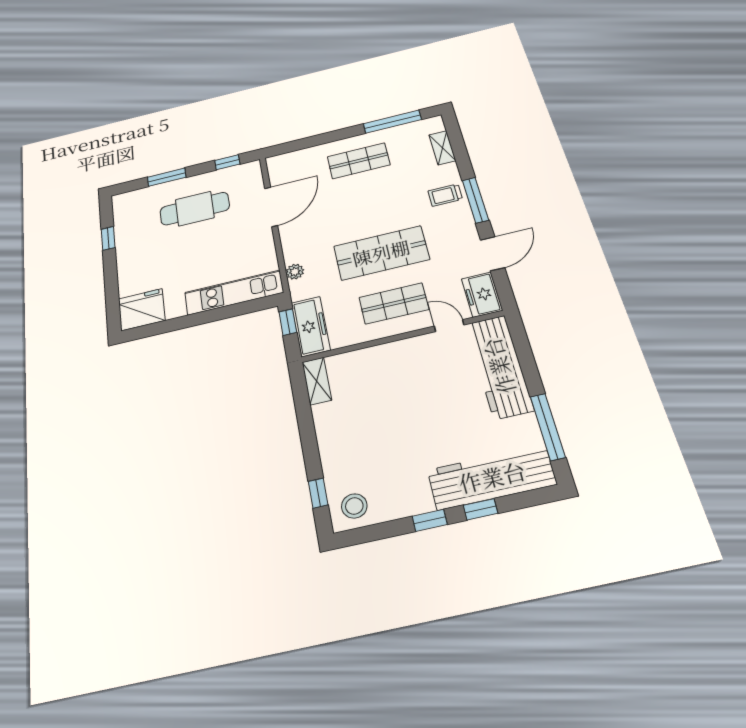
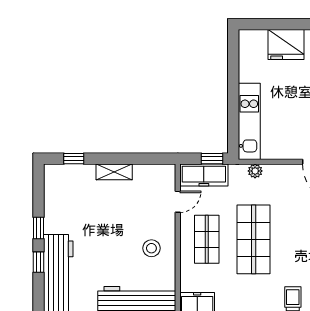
fridge: (142, 310) -> (286, 44), moved, turned 90
door: (449, 326) -> (178, 202), moved
shelving: (317, 381) -> (114, 172), moved
stool: (354, 506) -> (151, 248), moved

